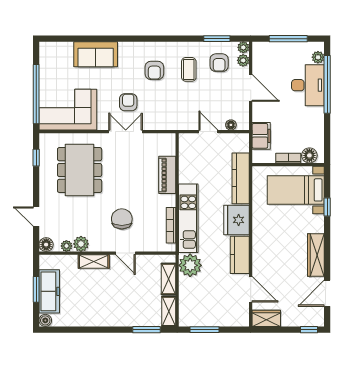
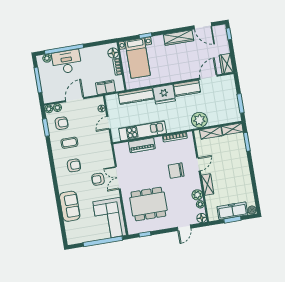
kitchen unit: (188, 218) -> (143, 131), moved

